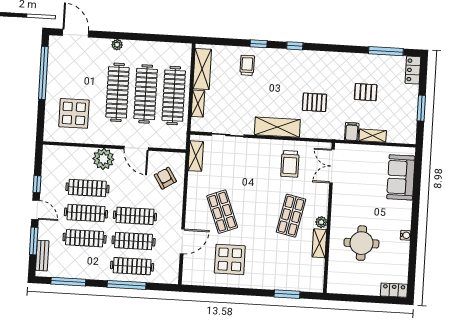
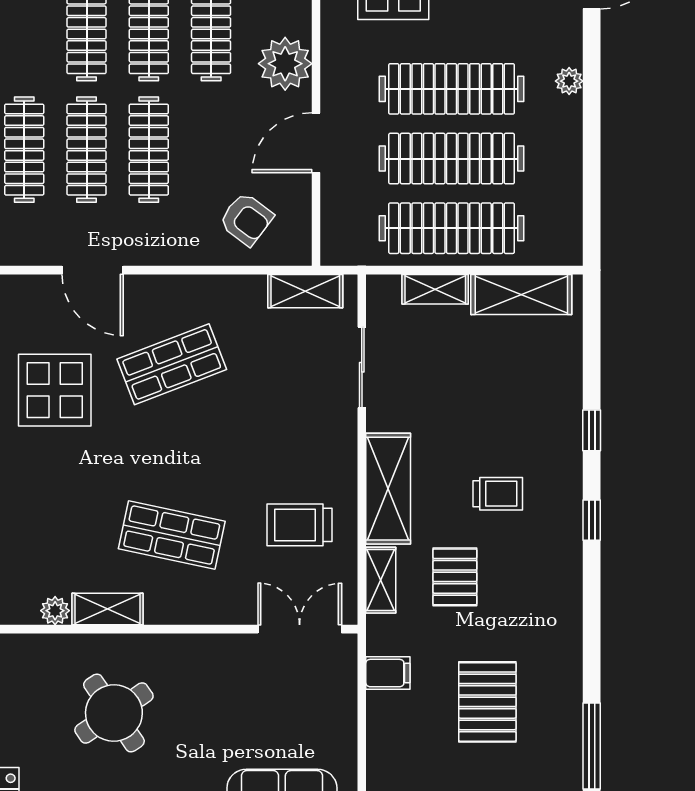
trolley: (247, 65) -> (498, 494), moved
pallet: (366, 92) -> (487, 702), width x1.50, depth x1.42
shelving: (373, 136) -> (381, 580), moved
armchair: (165, 178) -> (246, 219), turned 69
plant: (321, 222) -> (55, 611), moved
round table: (361, 243) -> (114, 713), turned -34

